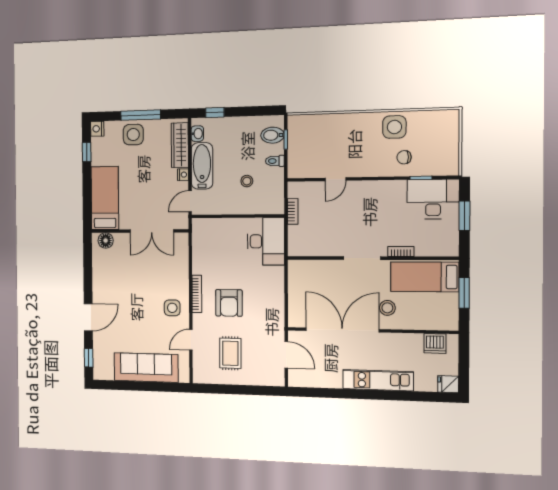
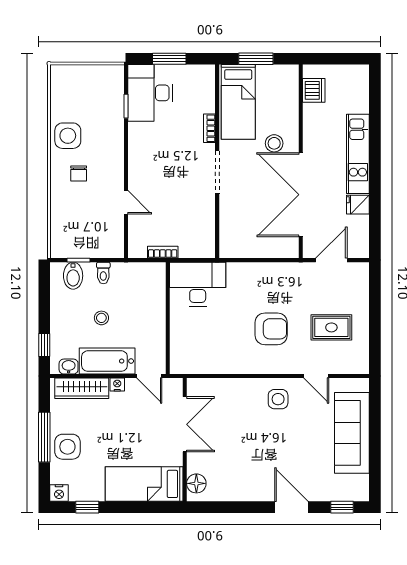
chair: (404, 157) -> (79, 173), moved
stool: (247, 181) -> (101, 318), moved
bookcase: (197, 294) -> (261, 368), removed
fridge: (448, 384) -> (358, 205), moved, turned 90

